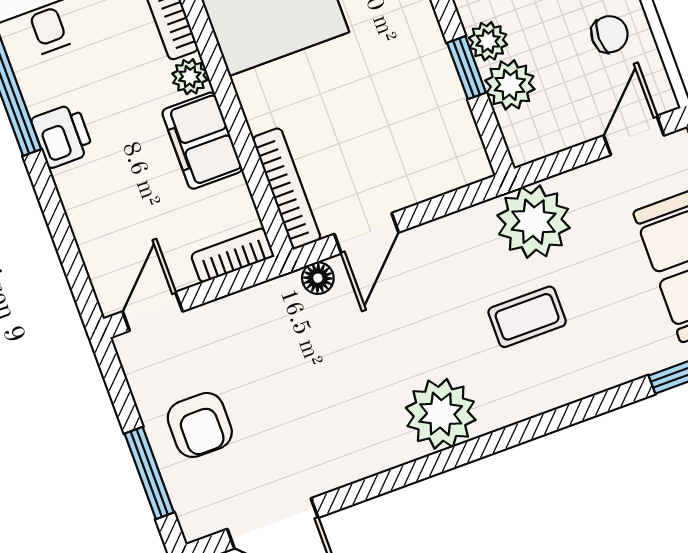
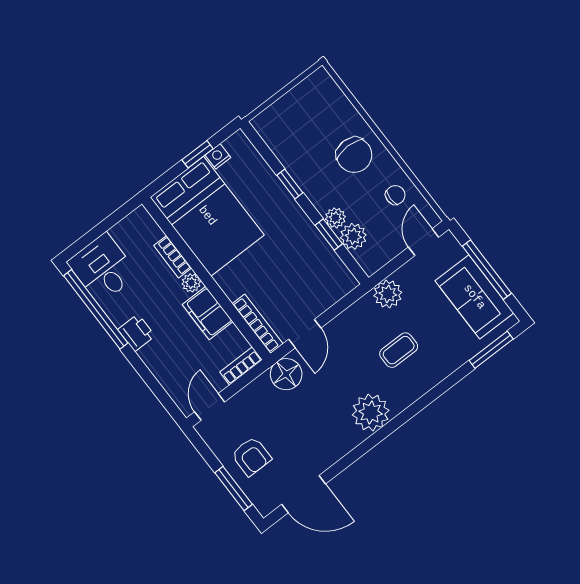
plant: (534, 222) -> (388, 294), width x0.73, depth x0.73
floor lamp: (318, 278) -> (286, 374), width x1.89, depth x1.89

